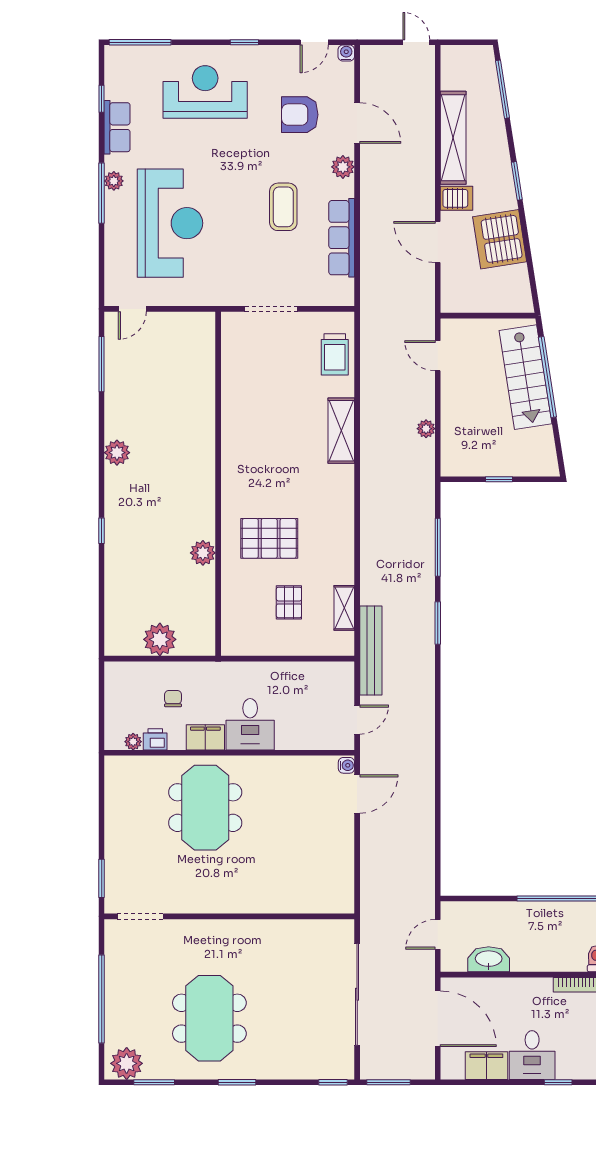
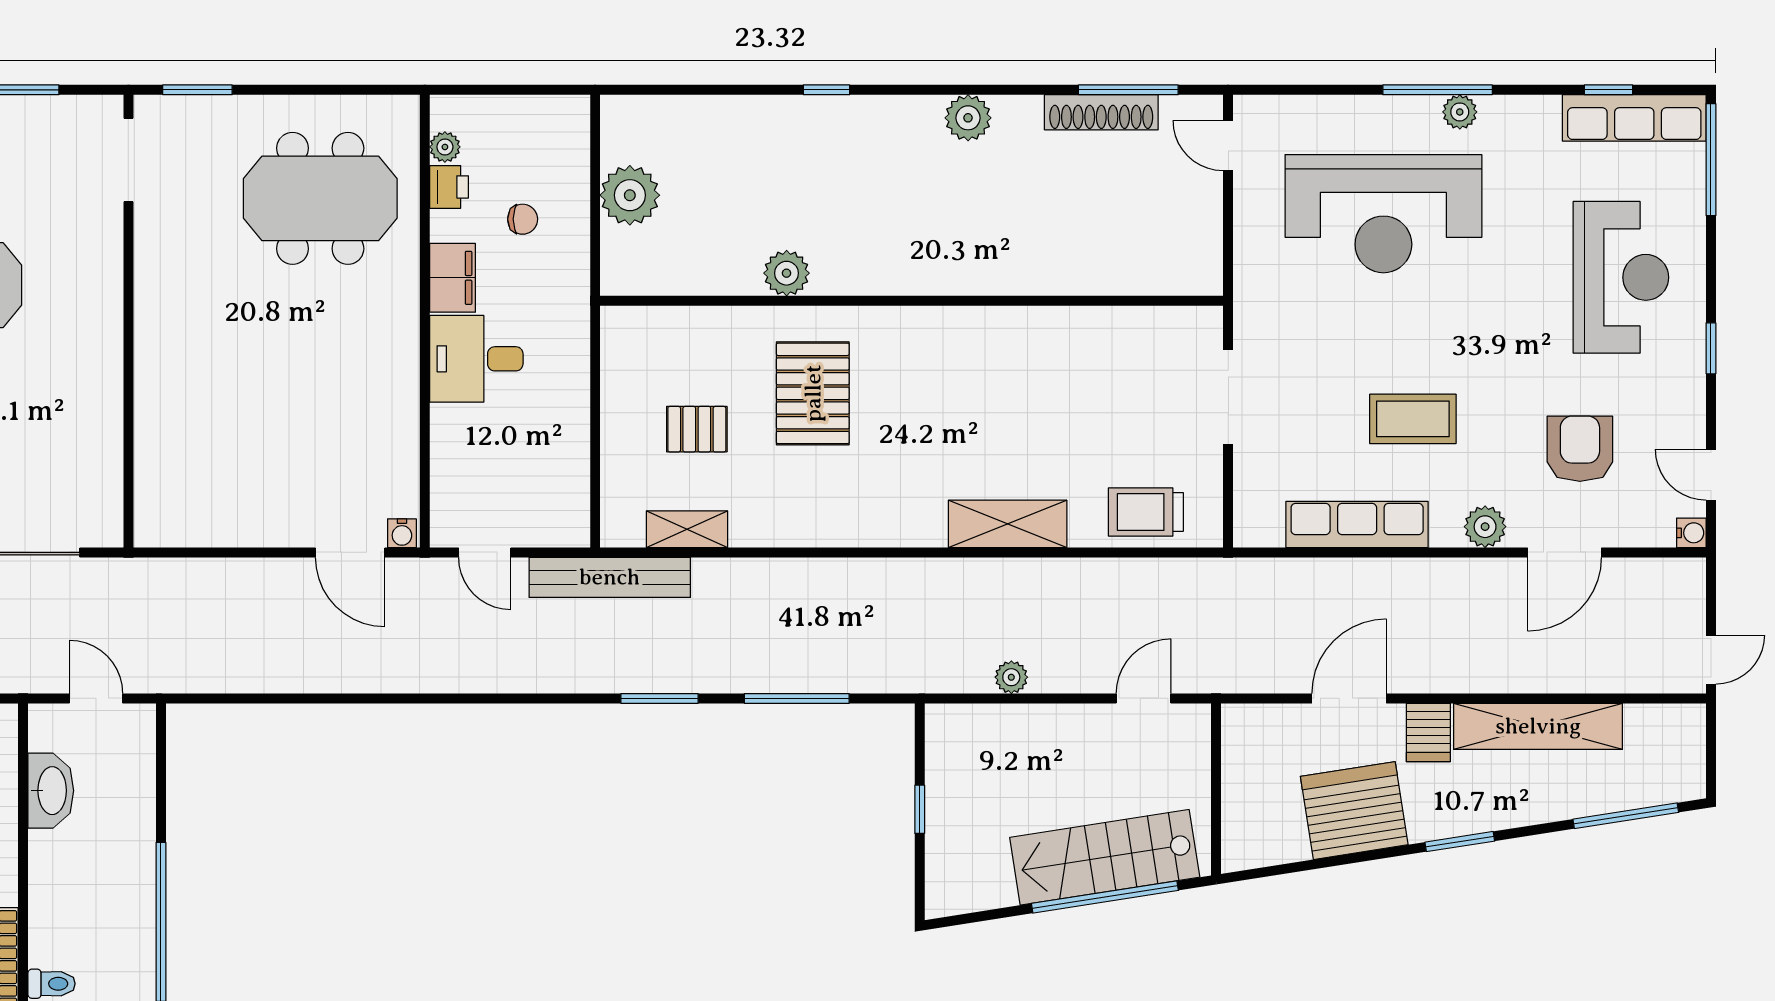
row of seats: (117, 127) -> (1634, 118), moved, width x1.48
shoe rack: (114, 379) -> (1101, 112), added
meeting table: (205, 808) -> (320, 198), moved

